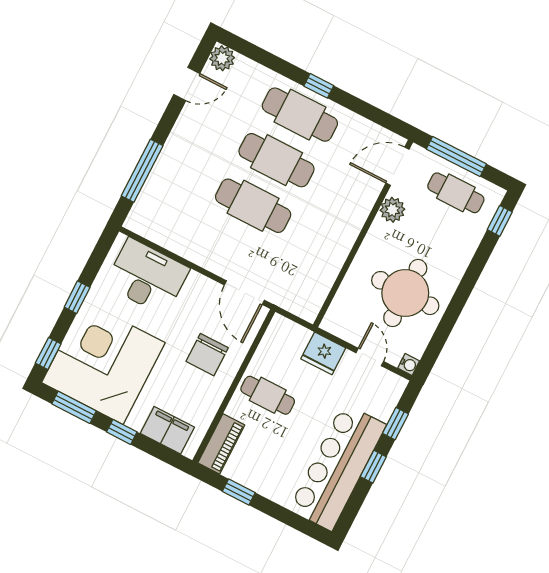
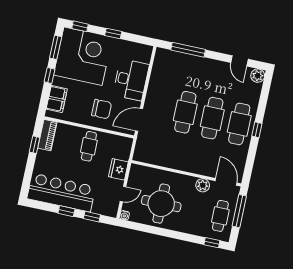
desk: (147, 277) -> (131, 80), moved
chair: (207, 355) -> (102, 109), turned 180
piano: (221, 444) -> (47, 135), moved, turned -90

